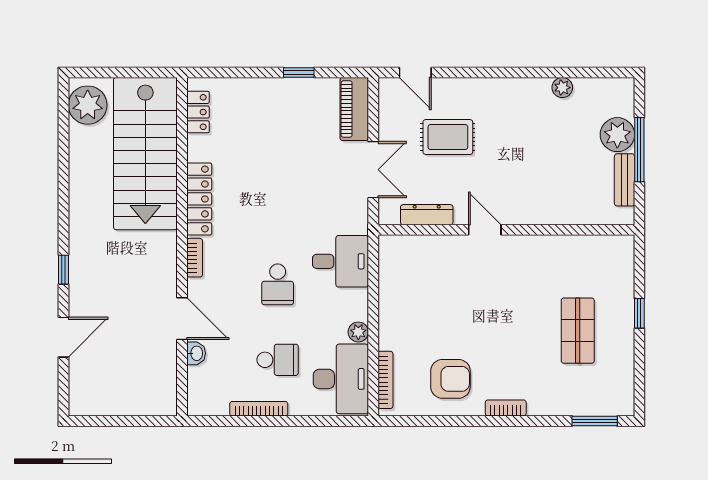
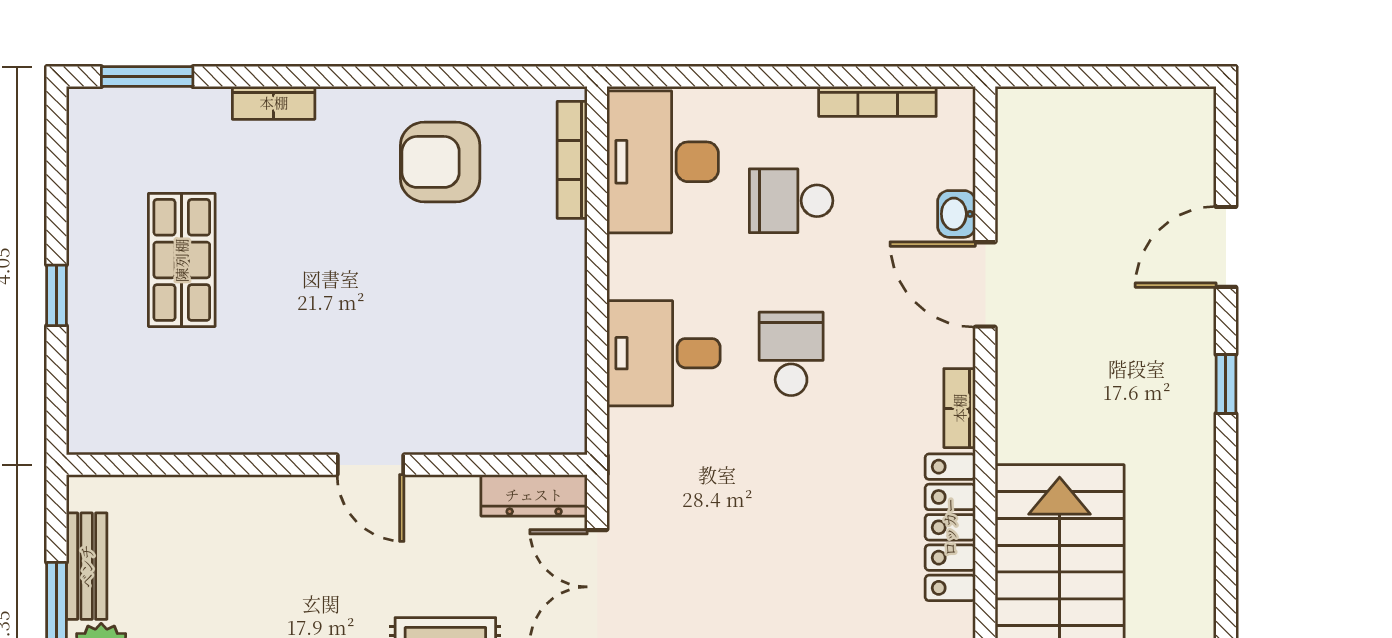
dresser: (427, 215) -> (534, 495), moved
desk: (340, 261) -> (664, 353), moved
plant: (358, 332) -> (627, 257), removed
bookcase: (506, 408) -> (274, 103), moved
bookcase: (259, 409) -> (877, 101), moved

